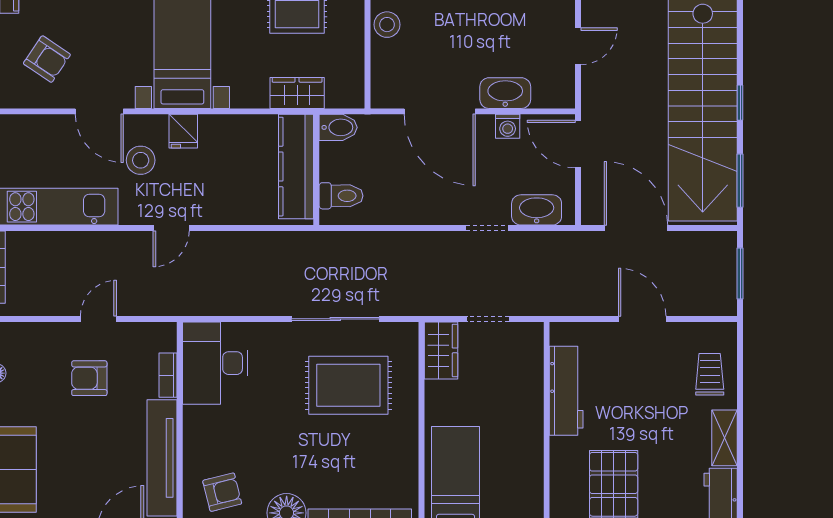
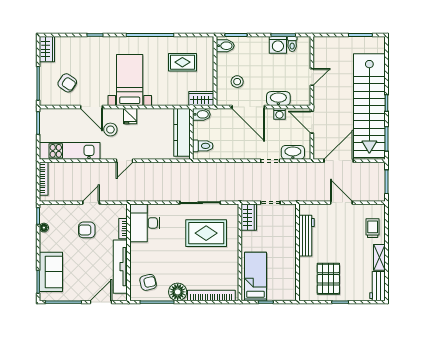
stool: (387, 25) -> (237, 82), moved
wardrobe: (297, 93) -> (201, 98), moved
door: (636, 228) -> (339, 161), hinge flipped

